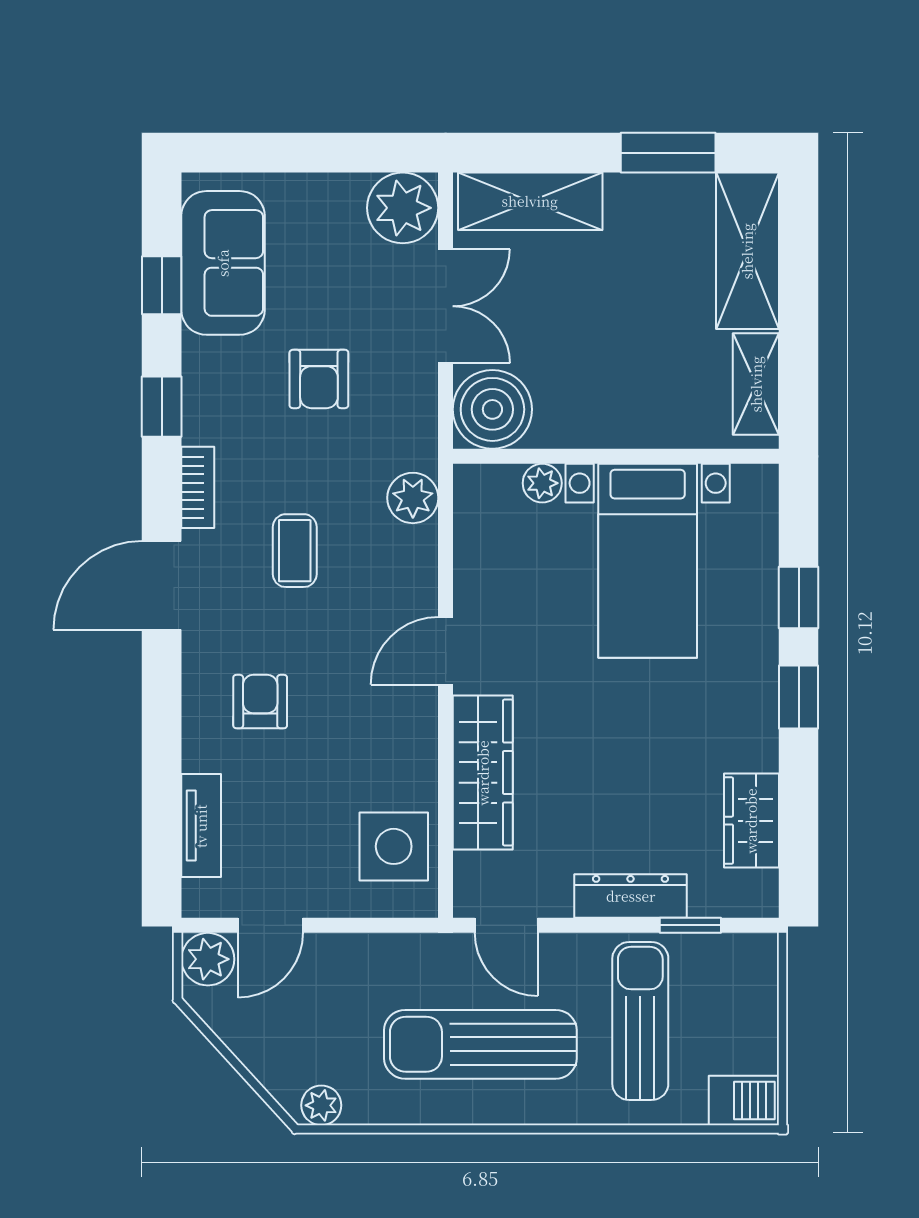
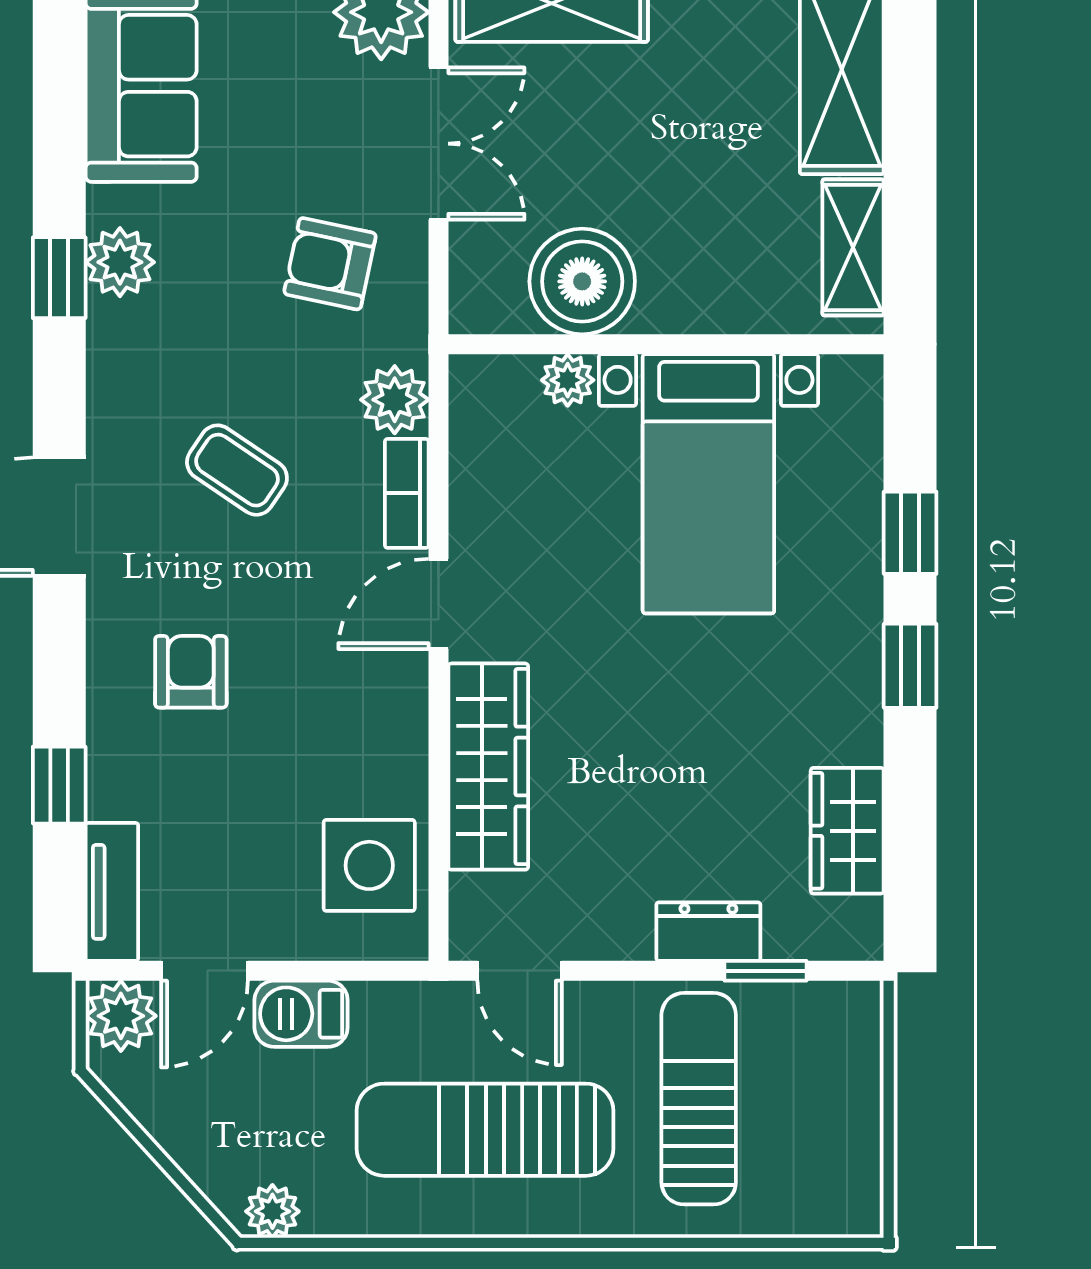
window: (162, 285) -> (59, 785), moved
armchair: (319, 379) -> (330, 264), moved, turned 102
plant: (207, 395) -> (120, 262), added
boiler: (492, 409) -> (582, 281), moved
bookcase: (198, 487) -> (407, 493), moved, turned 180
coffee table: (295, 551) -> (237, 470), turned -56
tv unit: (201, 826) -> (112, 892), moved
dresser: (631, 896) -> (708, 932), width x0.70
barbecue: (744, 1100) -> (301, 1014), moved, turned 180

